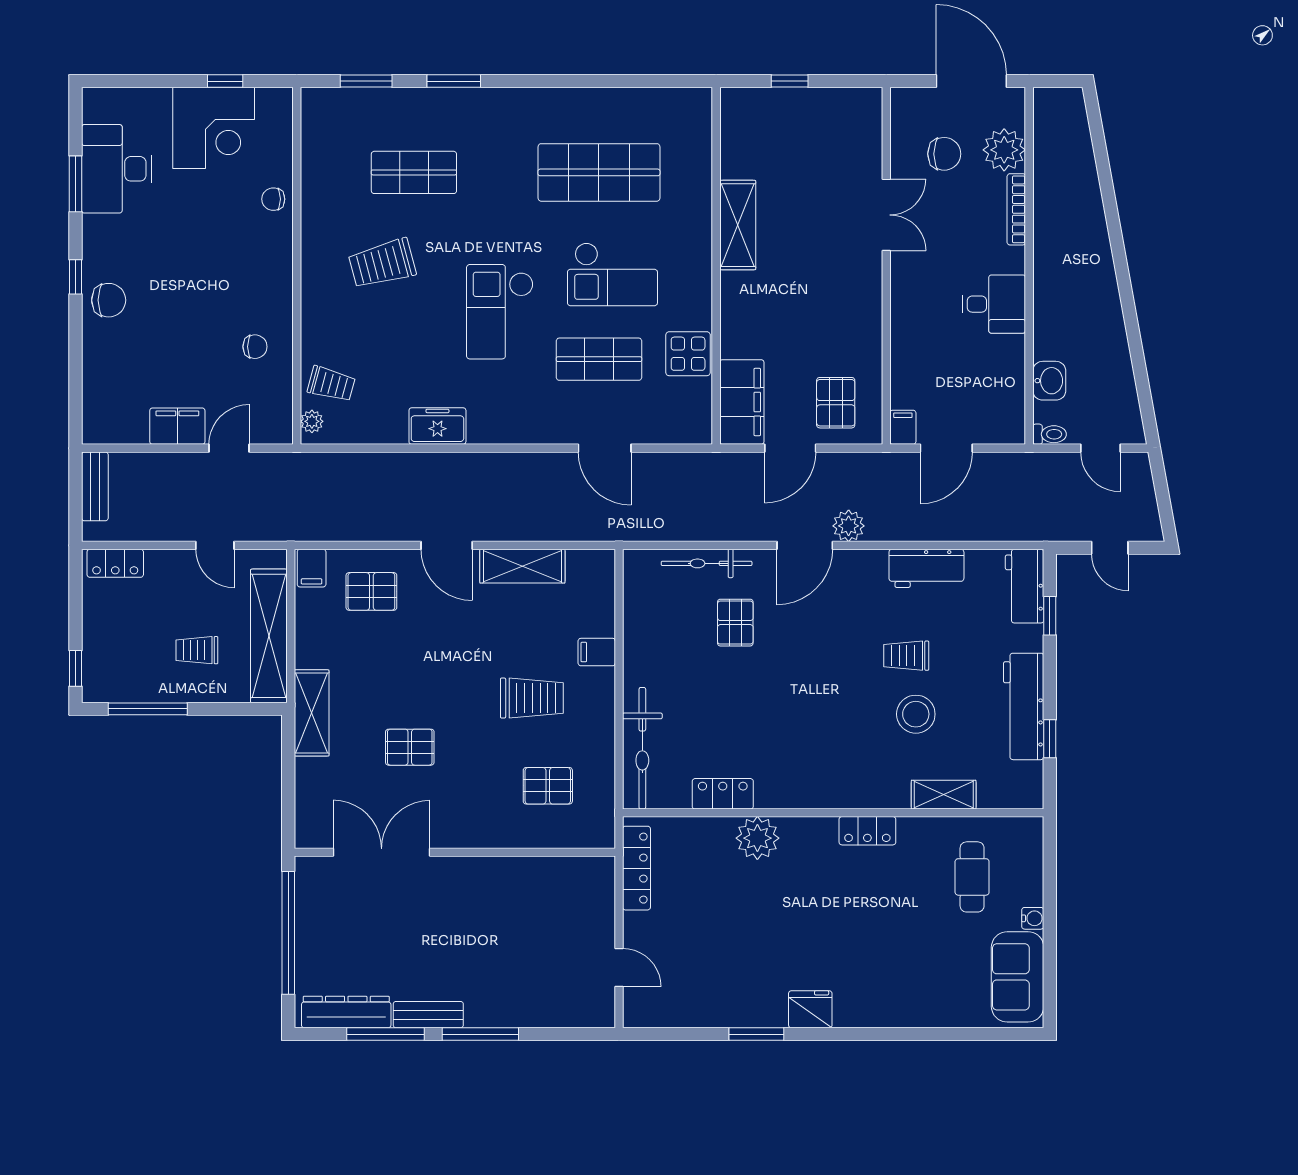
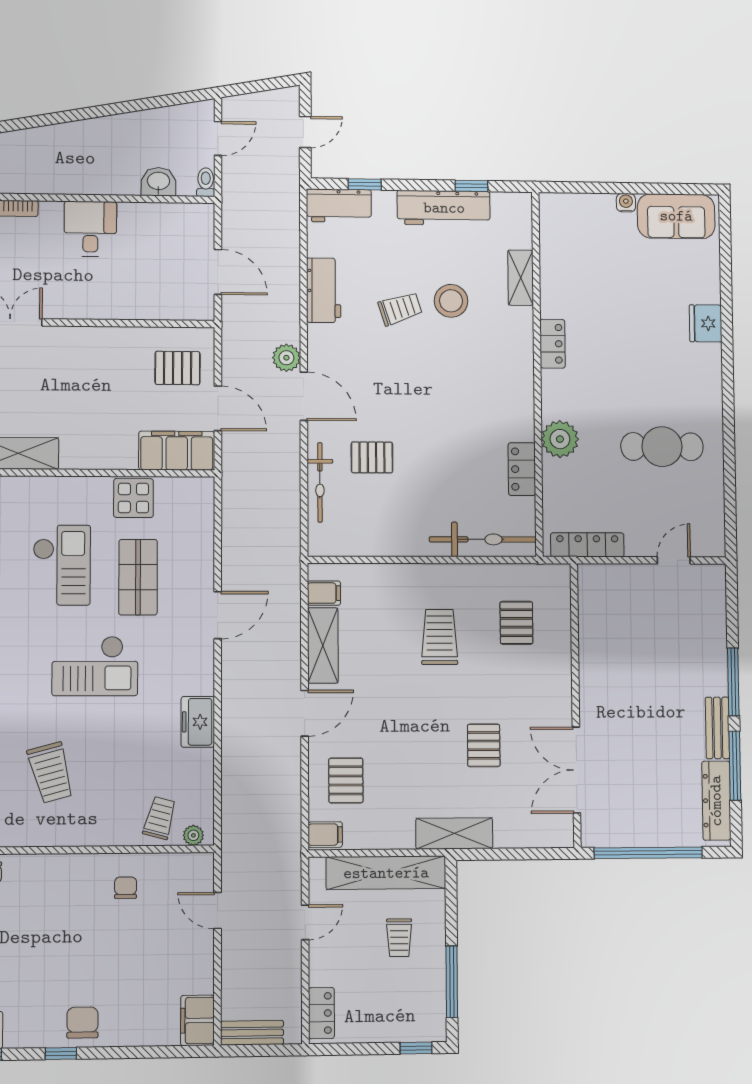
filing cabinet: (177, 426) -> (197, 1020), moved
filing cabinet: (903, 427) -> (199, 309), removed
door: (605, 448) -> (218, 615), moved
filing cabinet: (597, 652) -> (324, 593), moved, turned -90
trolley: (906, 656) -> (400, 309), turned -108
cafe table: (972, 877) -> (662, 447), moved, width x1.37, depth x1.35
fridge: (810, 1009) -> (706, 323), moved
window: (756, 1034) -> (729, 441), removed

